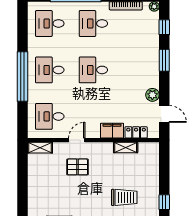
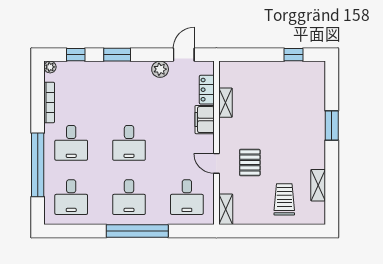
trolley: (124, 197) -> (284, 199), moved

